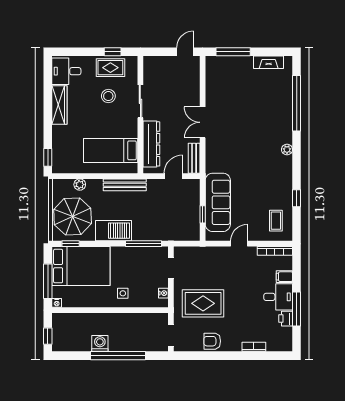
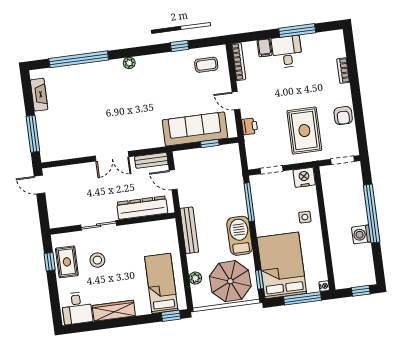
bed: (111, 150) -> (161, 283), moved, turned 180
nightstand: (163, 293) -> (304, 177), width x1.89, depth x1.79
printer: (286, 319) -> (250, 126), moved, turned -90

